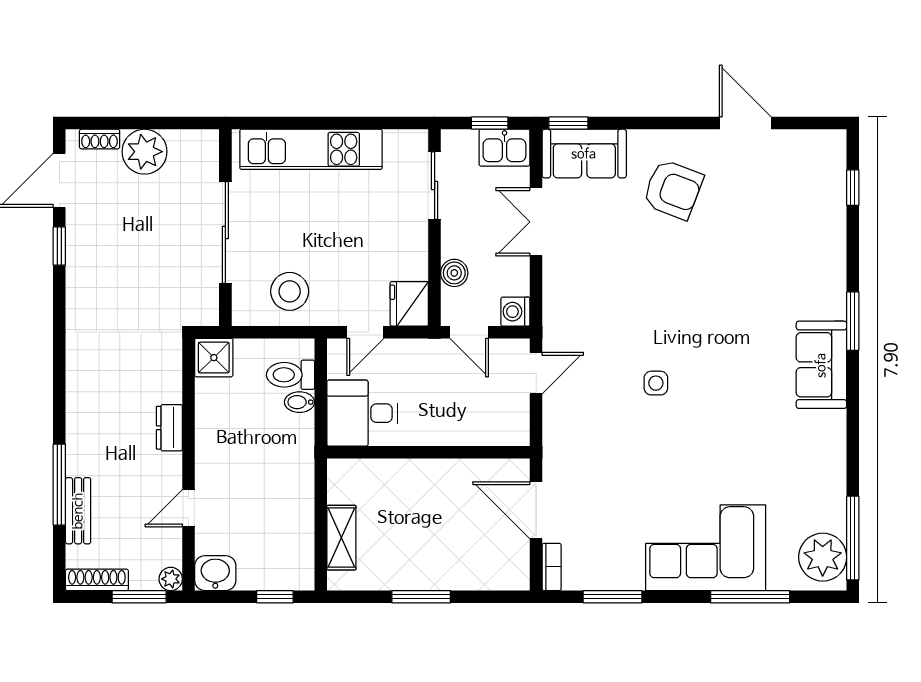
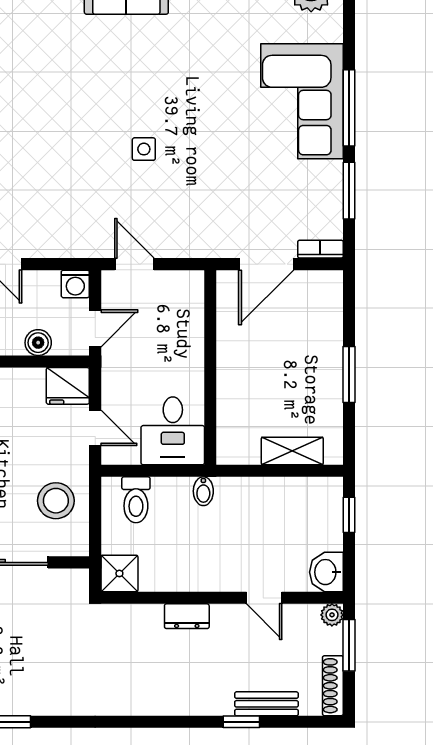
bidet: (299, 402) -> (203, 491), moved
window: (59, 485) -> (241, 722), width x0.46
window: (750, 597) -> (349, 108), moved

